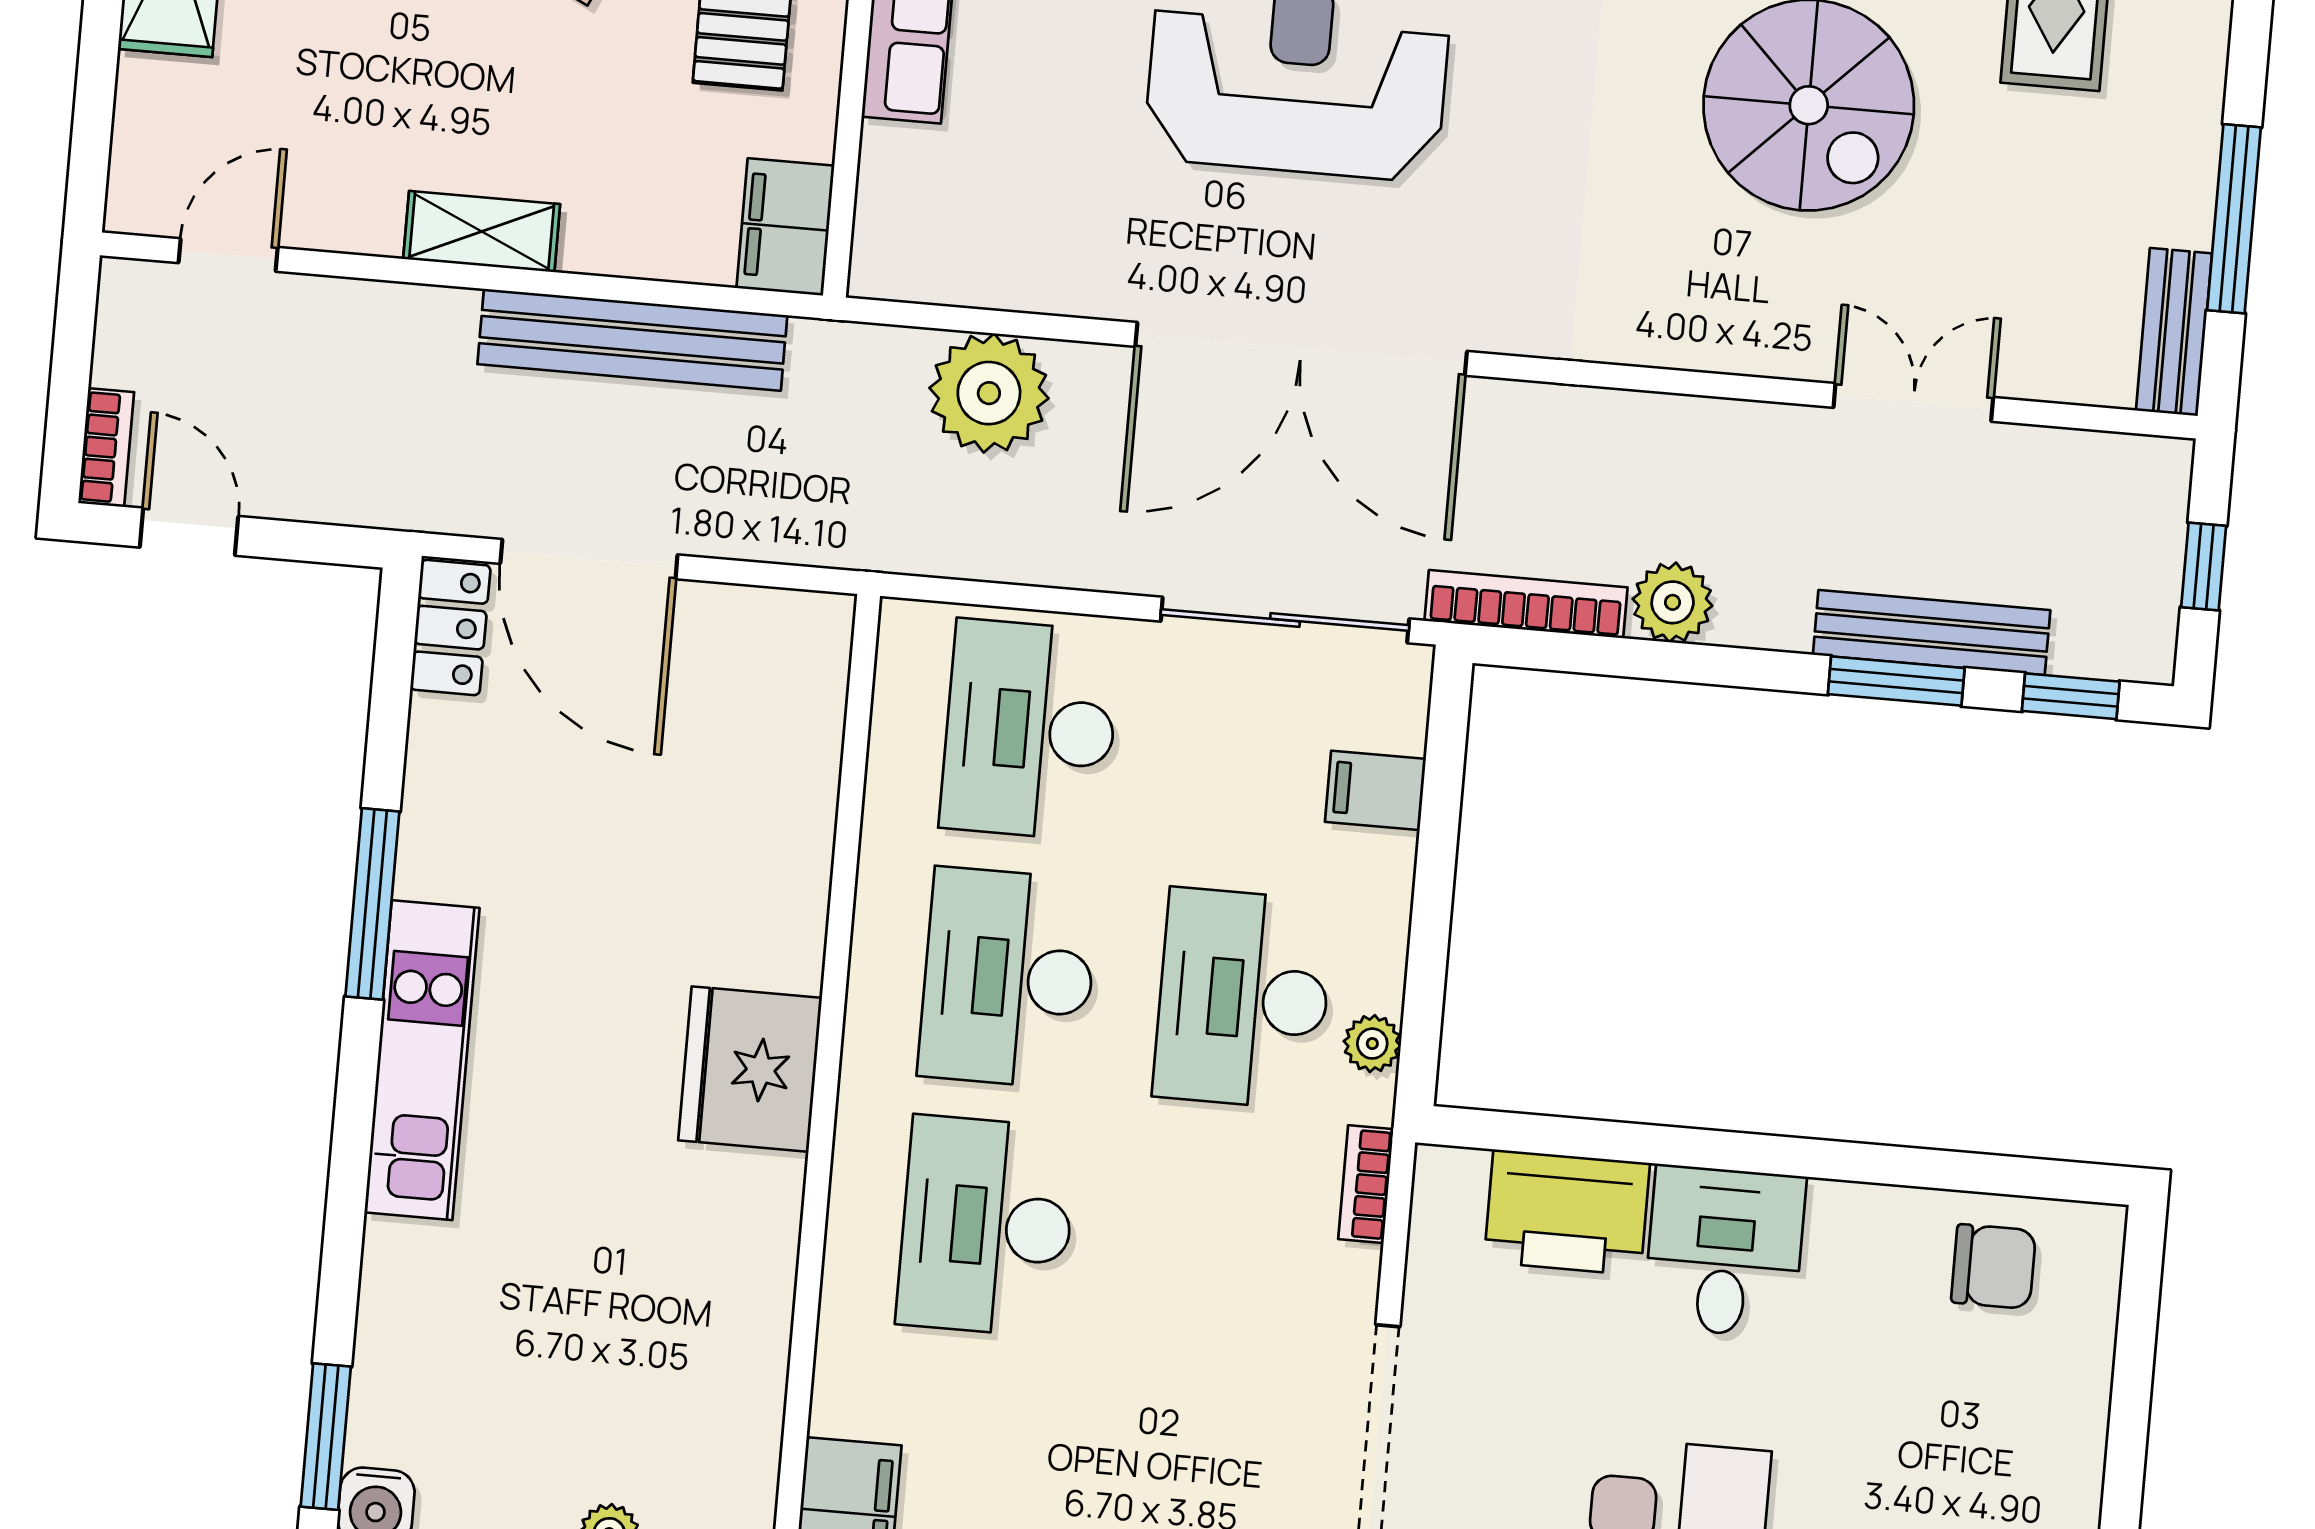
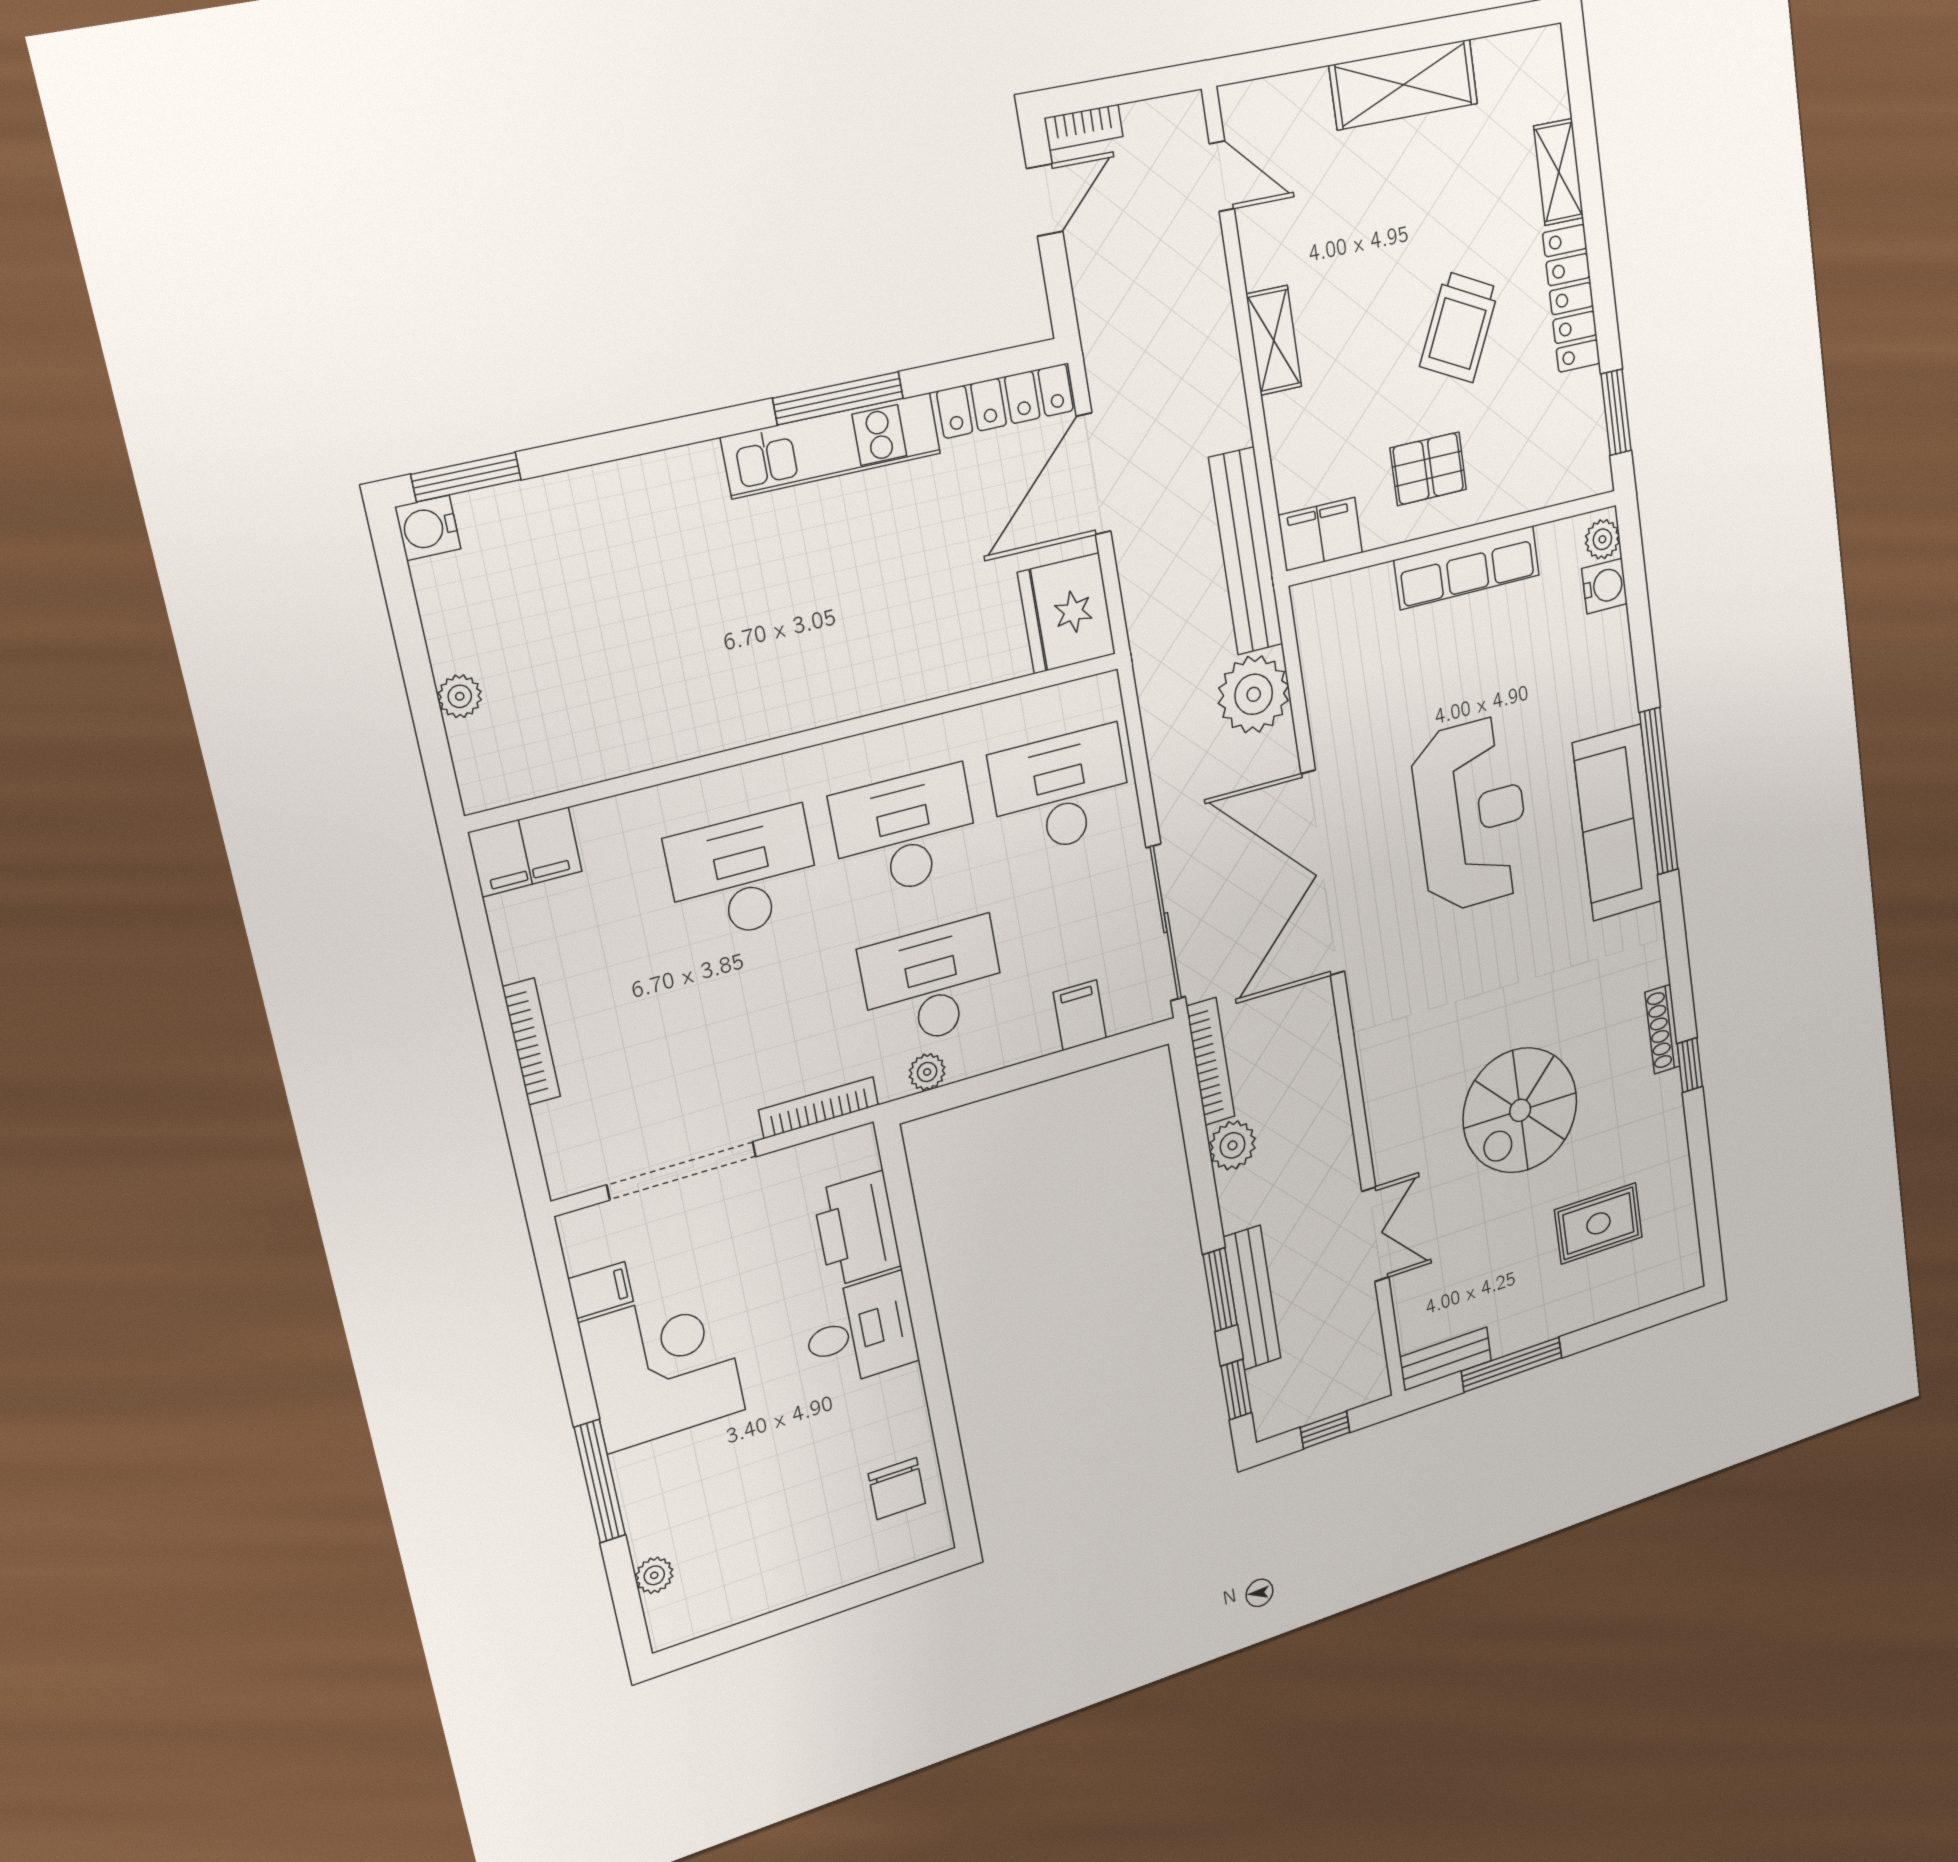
bench: (632, 340) -> (1246, 551), moved
locker: (450, 628) -> (1005, 401), width x1.53
kitchen unit: (422, 1060) -> (832, 445), moved
fridge: (750, 1069) -> (1067, 613), moved, turned -90
bookcase: (1366, 1184) -> (819, 1108), width x1.56

